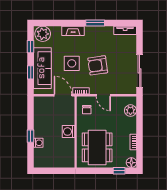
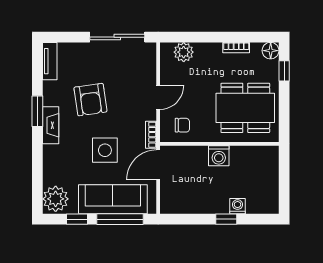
fireplace: (73, 31) -> (51, 125), moved
armchair: (98, 65) -> (90, 100), moved
window: (31, 72) -> (120, 219), width x2.17

